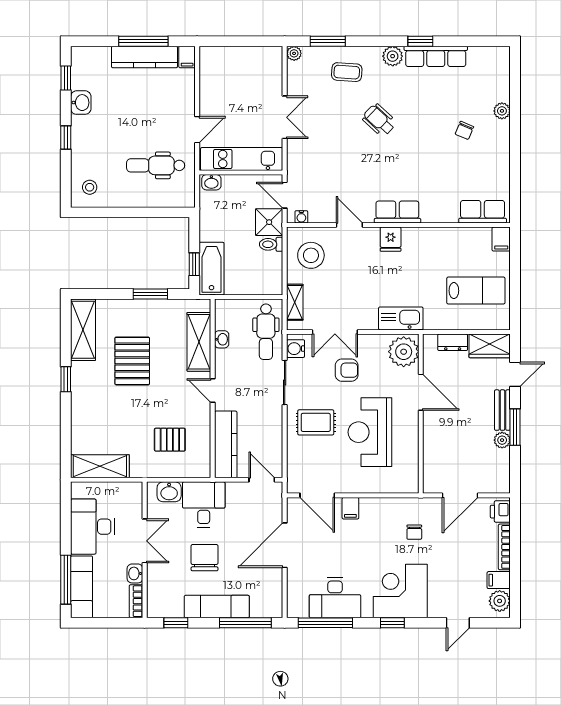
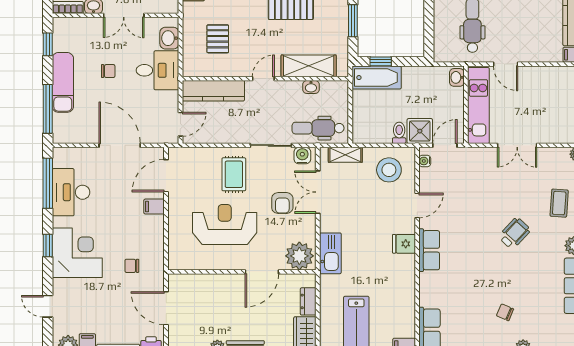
chair: (205, 558) -> (108, 71), width x0.54, depth x0.54

